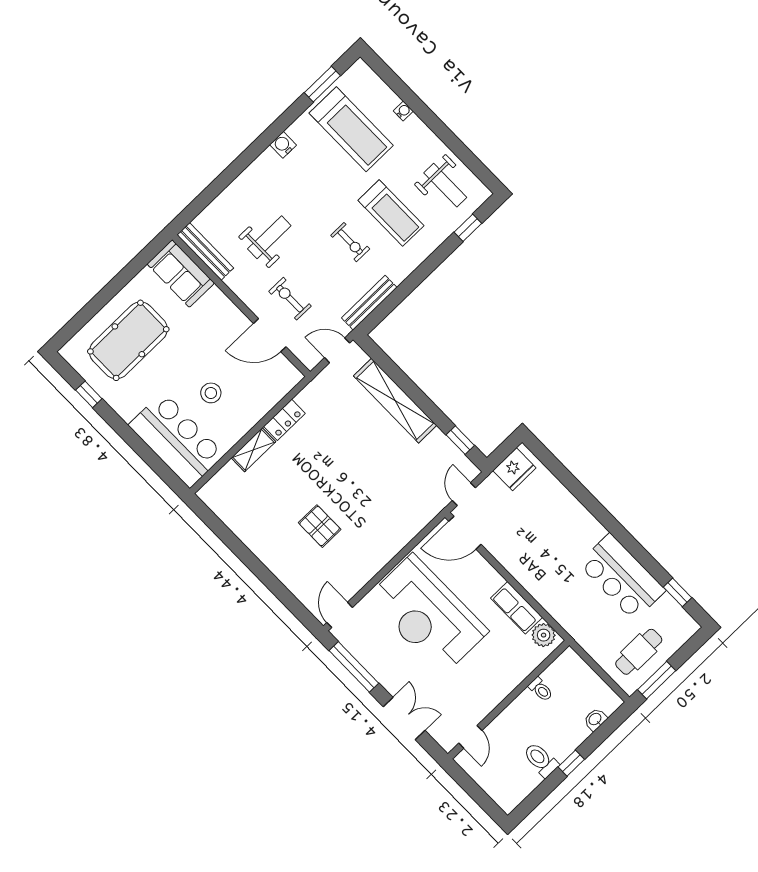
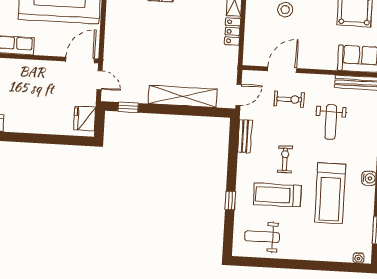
water cooler: (403, 111) -> (359, 258), moved
treadmill: (351, 129) -> (330, 193), moved, turned -90
window: (468, 228) -> (230, 200), moved
exercise bike: (350, 242) -> (285, 159), turned 90
bench: (369, 303) -> (245, 136), width x0.73

